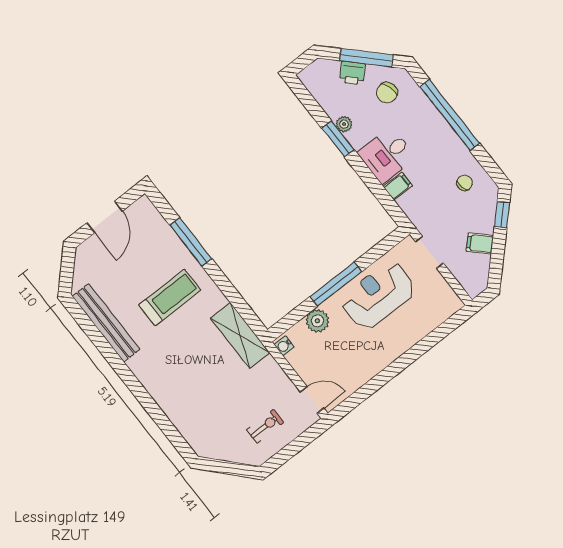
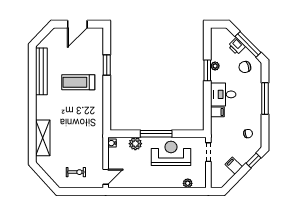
window: (450, 115) -> (265, 98), width x0.68
window: (191, 242) -> (107, 65), width x0.69
treadmill: (170, 298) -> (78, 82), turned 180
plant: (435, 319) -> (188, 183), added
shelving: (240, 335) -> (43, 138), moved
door: (312, 400) -> (106, 177), hinge flipped

